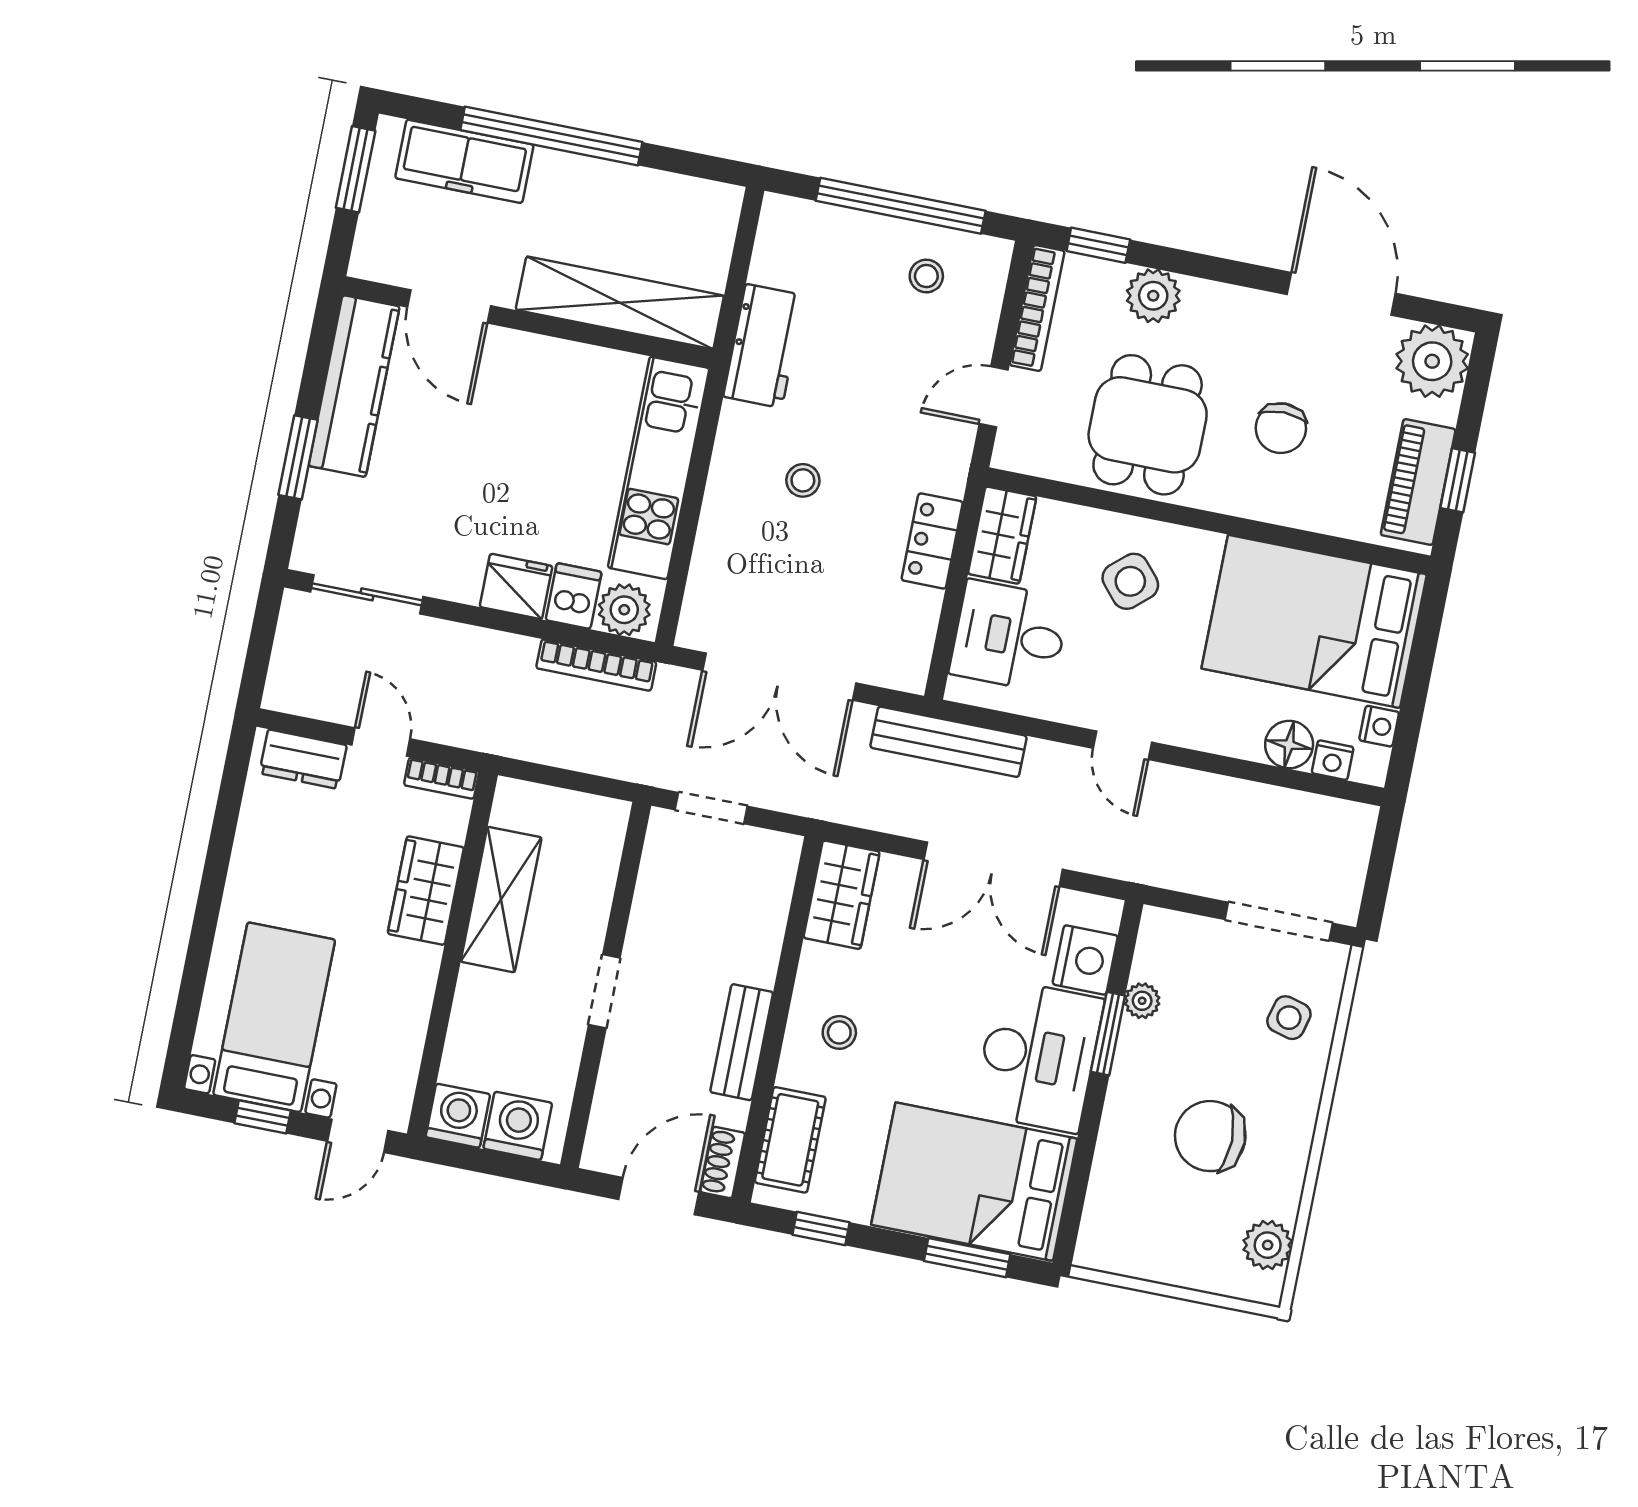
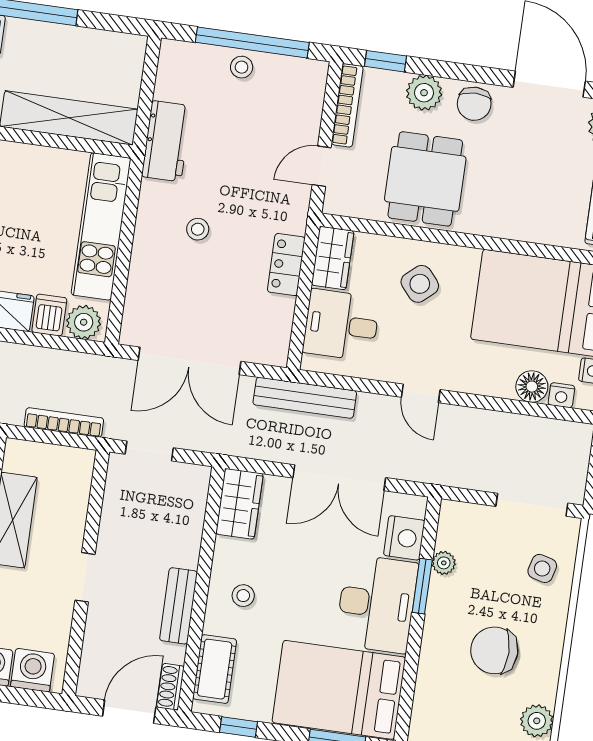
stool: (926, 276) -> (242, 67), moved
chair: (1281, 428) -> (474, 104), moved
bookcase: (596, 665) -> (64, 423), moved, turned 180

